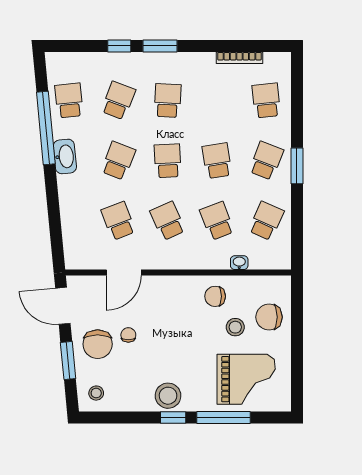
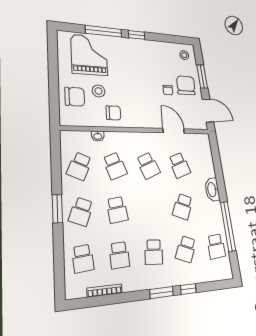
washbasin: (65, 156) -> (212, 190), moved
school desk: (168, 161) -> (119, 255), moved
door: (124, 273) -> (174, 131), hinge flipped
grand piano: (246, 379) -> (89, 55), turned 90
stool: (168, 396) -> (141, 49), removed

